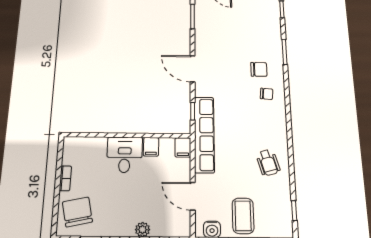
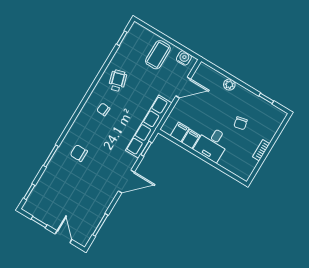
door: (193, 69) -> (126, 182), hinge flipped
chair: (267, 94) -> (103, 109), moved
filing cabinet: (183, 147) -> (180, 132), moved
door: (193, 196) -> (183, 88), hinge flipped
chair: (77, 212) -> (241, 123), moved, width x0.54, depth x0.54

